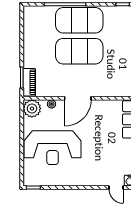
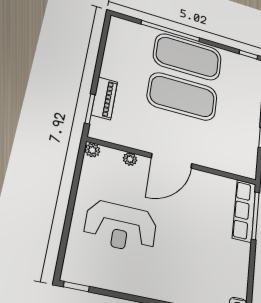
piano: (29, 82) -> (104, 98), moved
plant: (32, 108) -> (92, 150), width x0.53, depth x0.53
reception desk: (53, 148) -> (121, 227), width x0.74, depth x0.77

